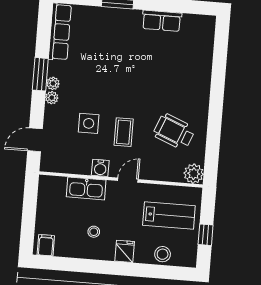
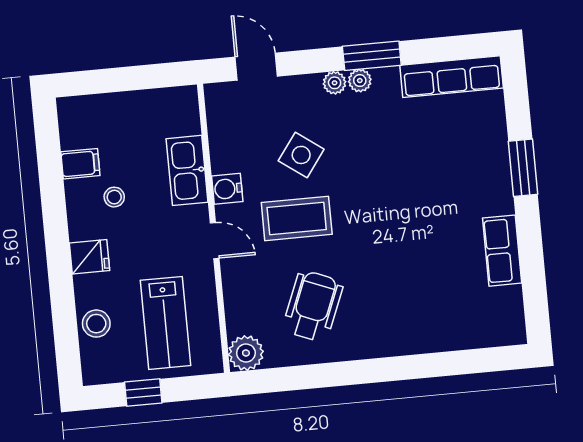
side table: (89, 123) -> (301, 155), turned 36
coffee table: (124, 132) -> (297, 218), width x1.36, depth x1.30
filing cabinet: (46, 245) -> (80, 164), moved

